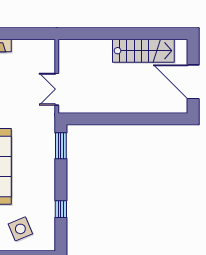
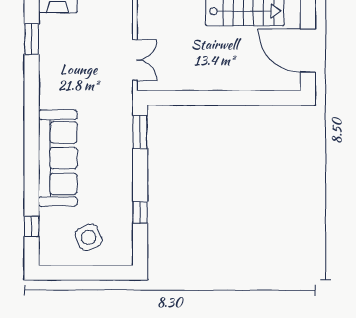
double door: (57, 89) -> (135, 60), swing flipped

